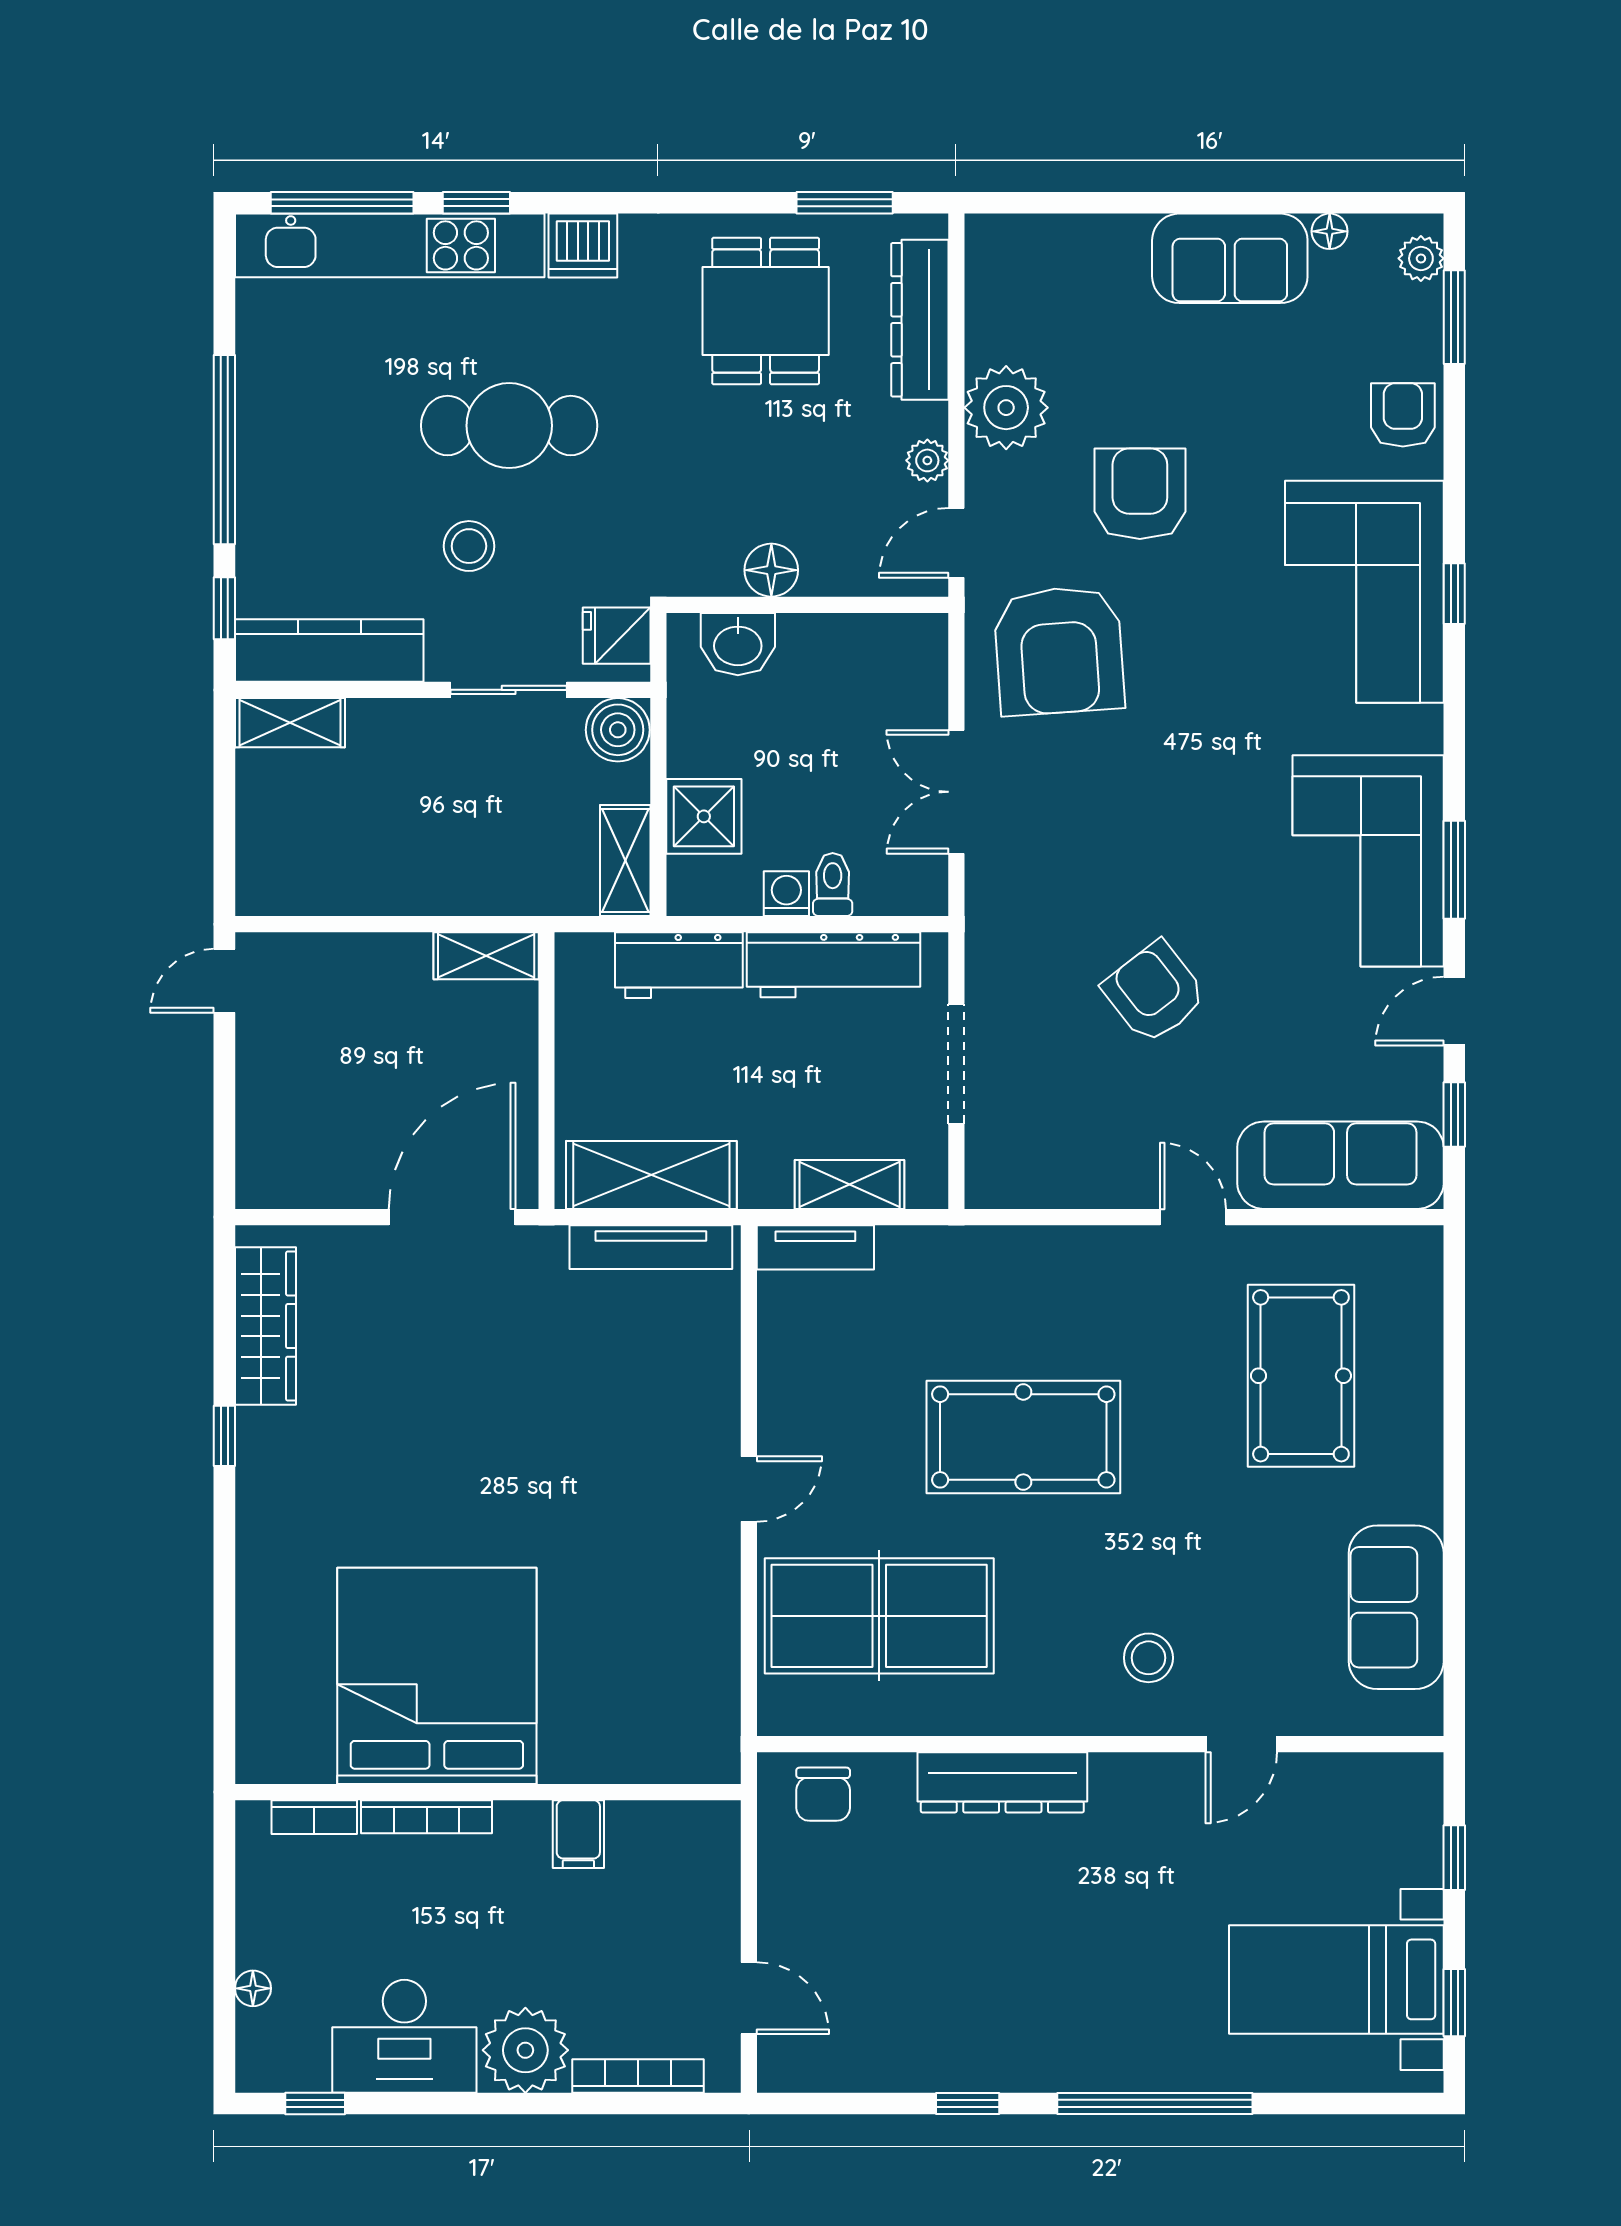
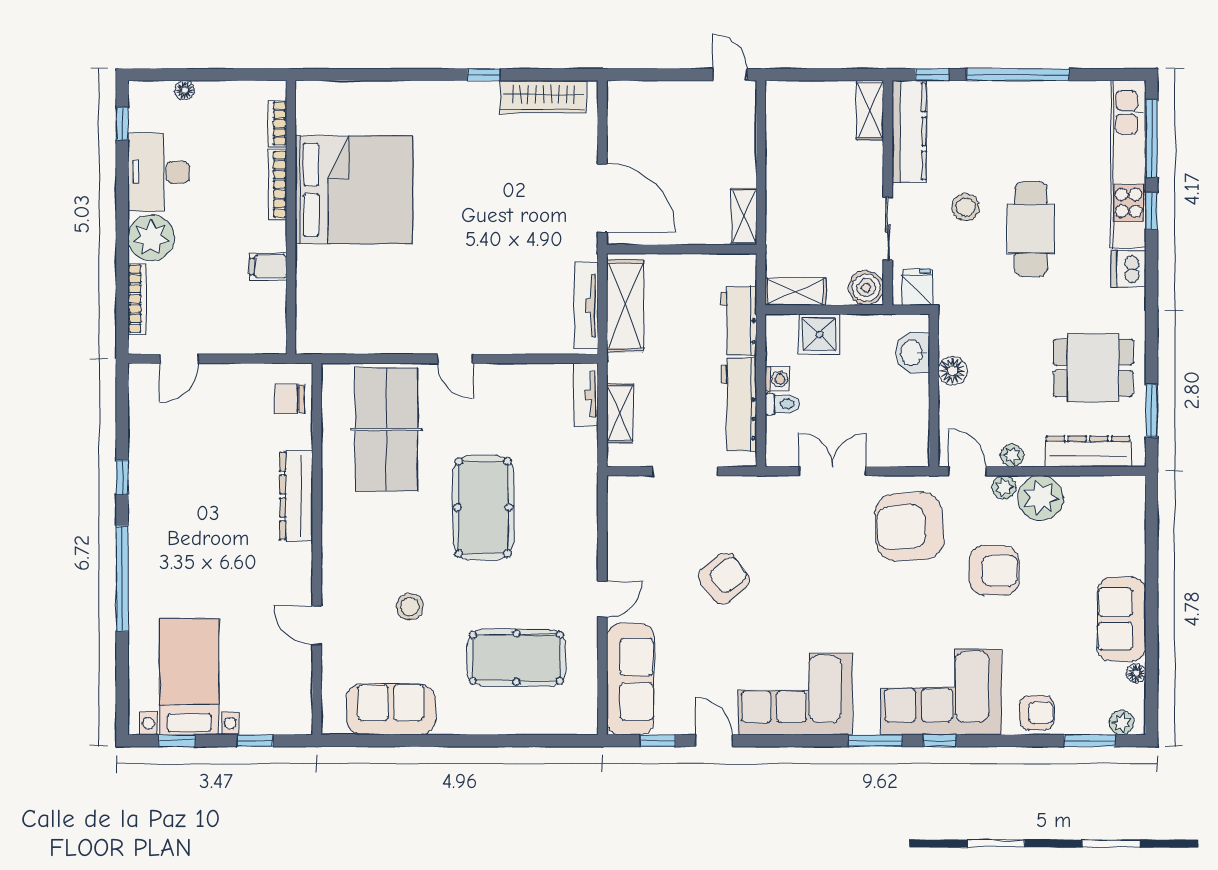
plant: (986, 475) -> (1004, 487), added
window: (1454, 870) -> (876, 741), moved
stool: (1148, 1658) -> (410, 607), moved

